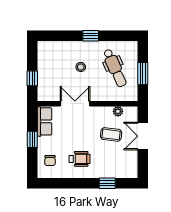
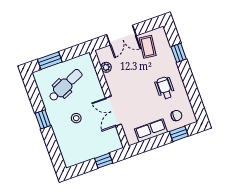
window: (143, 74) -> (50, 61), moved
row of seats: (45, 121) -> (151, 131), moved
coffee table: (111, 134) -> (148, 47), moved
window: (32, 139) -> (179, 134), moved

